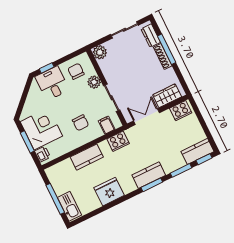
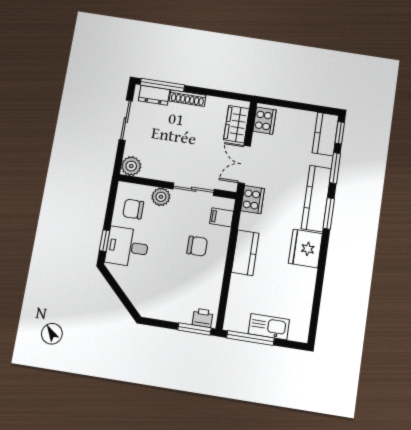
window: (167, 49) -> (162, 85), moved
corner desk: (41, 129) -> (172, 298), removed
cooker: (118, 141) -> (253, 200), moved
window: (27, 142) -> (194, 329), moved
kitchen counter: (87, 157) -> (245, 253), moved
kitchen counter: (149, 175) -> (316, 199), width x1.50
fridge: (109, 192) -> (305, 248), moved
window: (55, 199) -> (250, 338), moved
kitchen sink: (69, 206) -> (269, 327), moved

